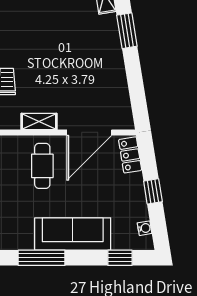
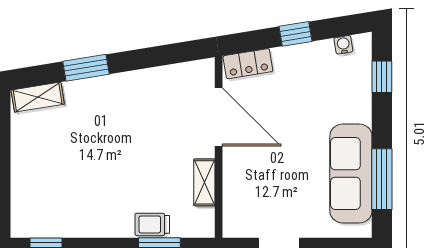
cafe table: (42, 166) -> (262, 178), removed
sofa: (73, 234) -> (351, 173), moved

